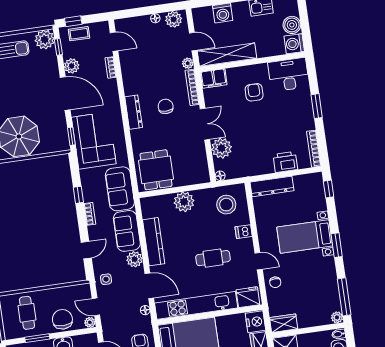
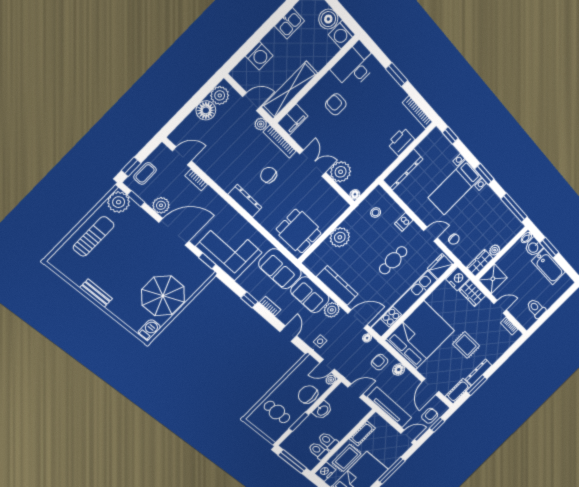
floor lamp: (155, 18) -> (206, 110), width x1.89, depth x1.89
stool: (226, 205) -> (376, 213), width x0.53, depth x0.53
plant: (337, 317) -> (495, 250), moved

